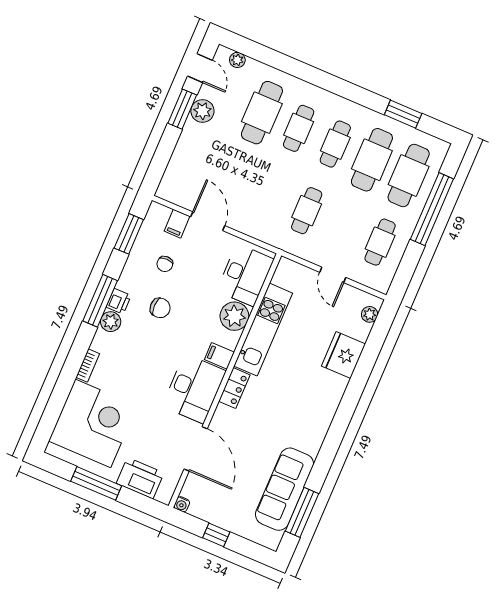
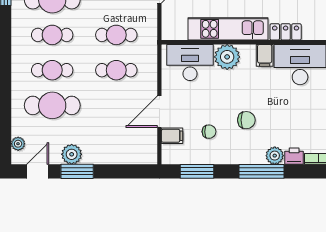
cafe table: (270, 195) -> (116, 70), added
printer: (119, 301) -> (294, 156), moved
chair: (160, 308) -> (246, 120), turned 90

